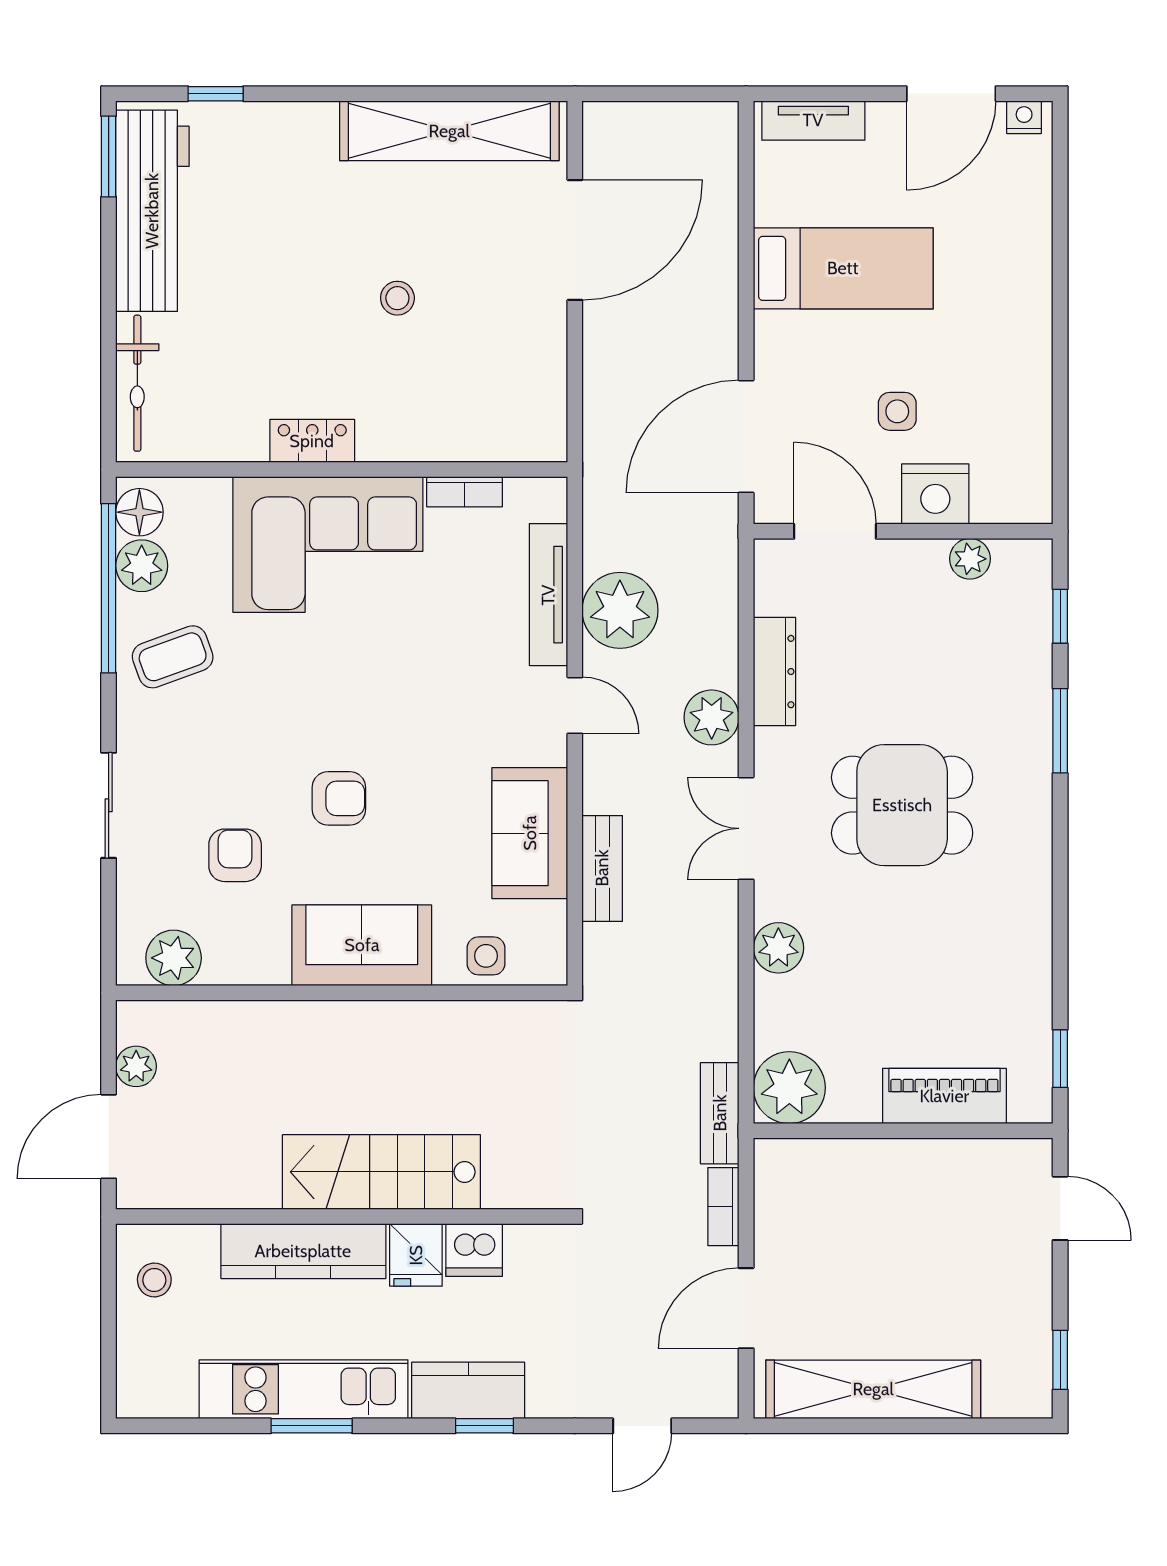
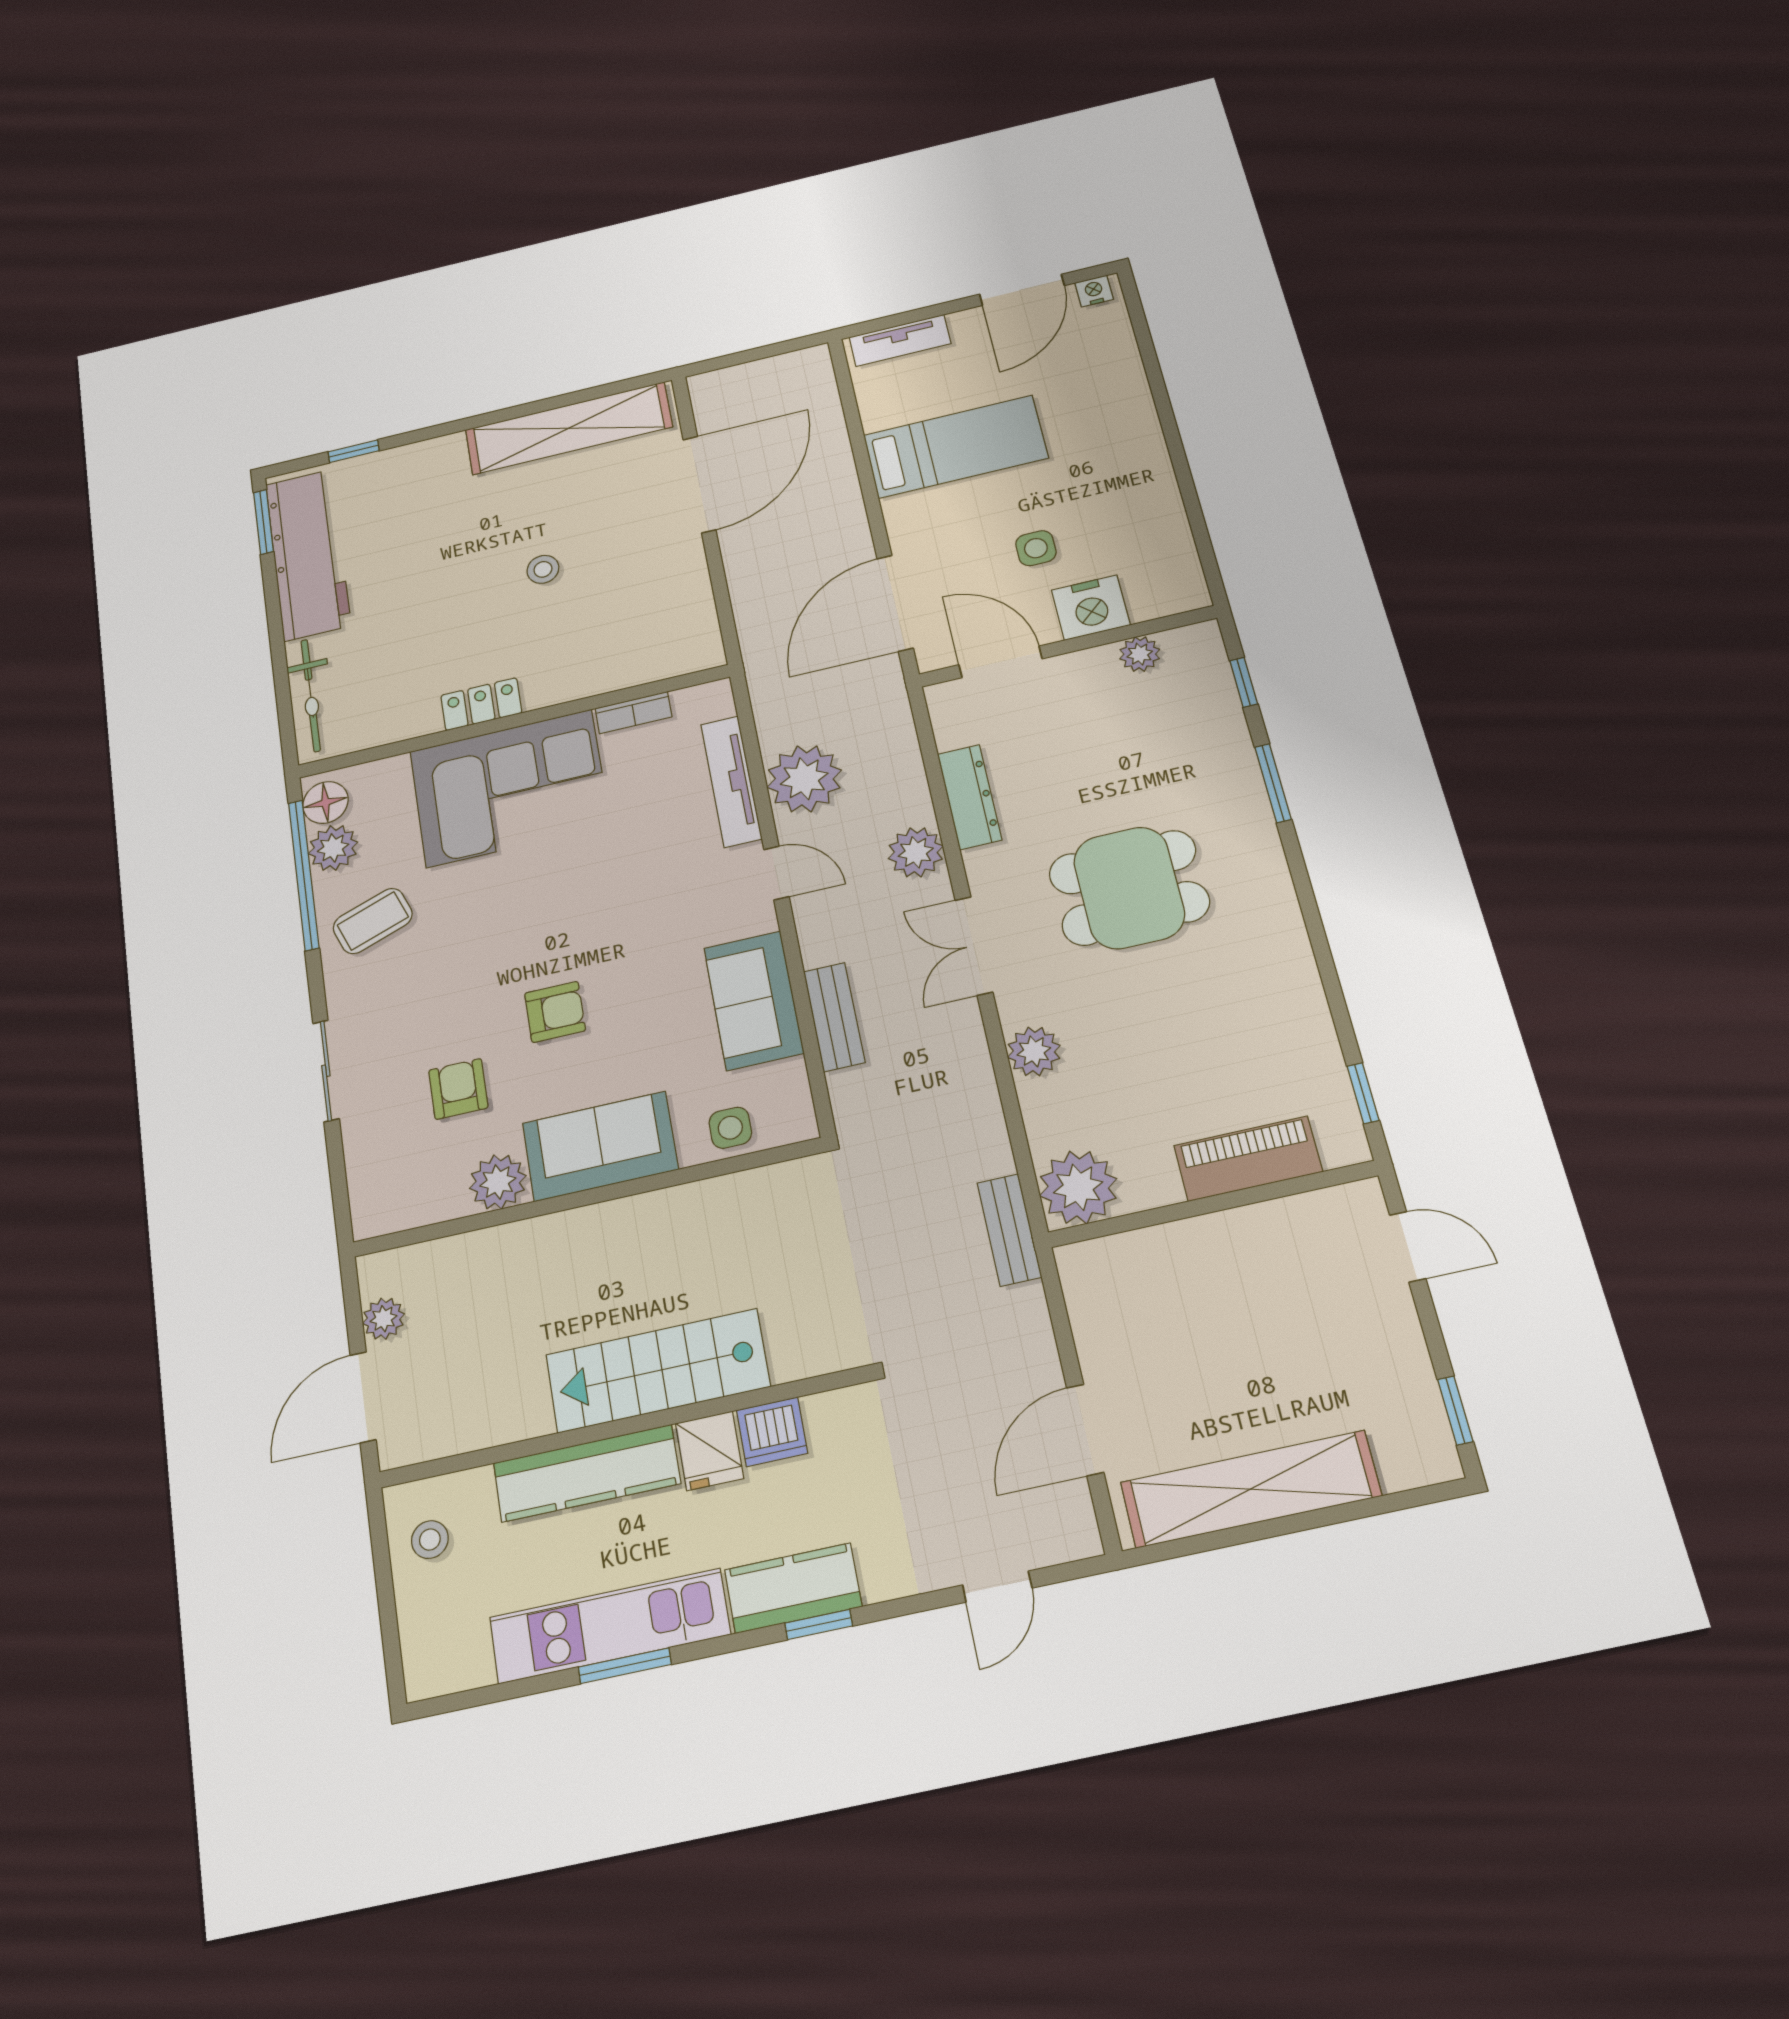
plant: (174, 958) -> (498, 1182), moved
bookcase: (723, 1207) -> (1035, 1326), removed

